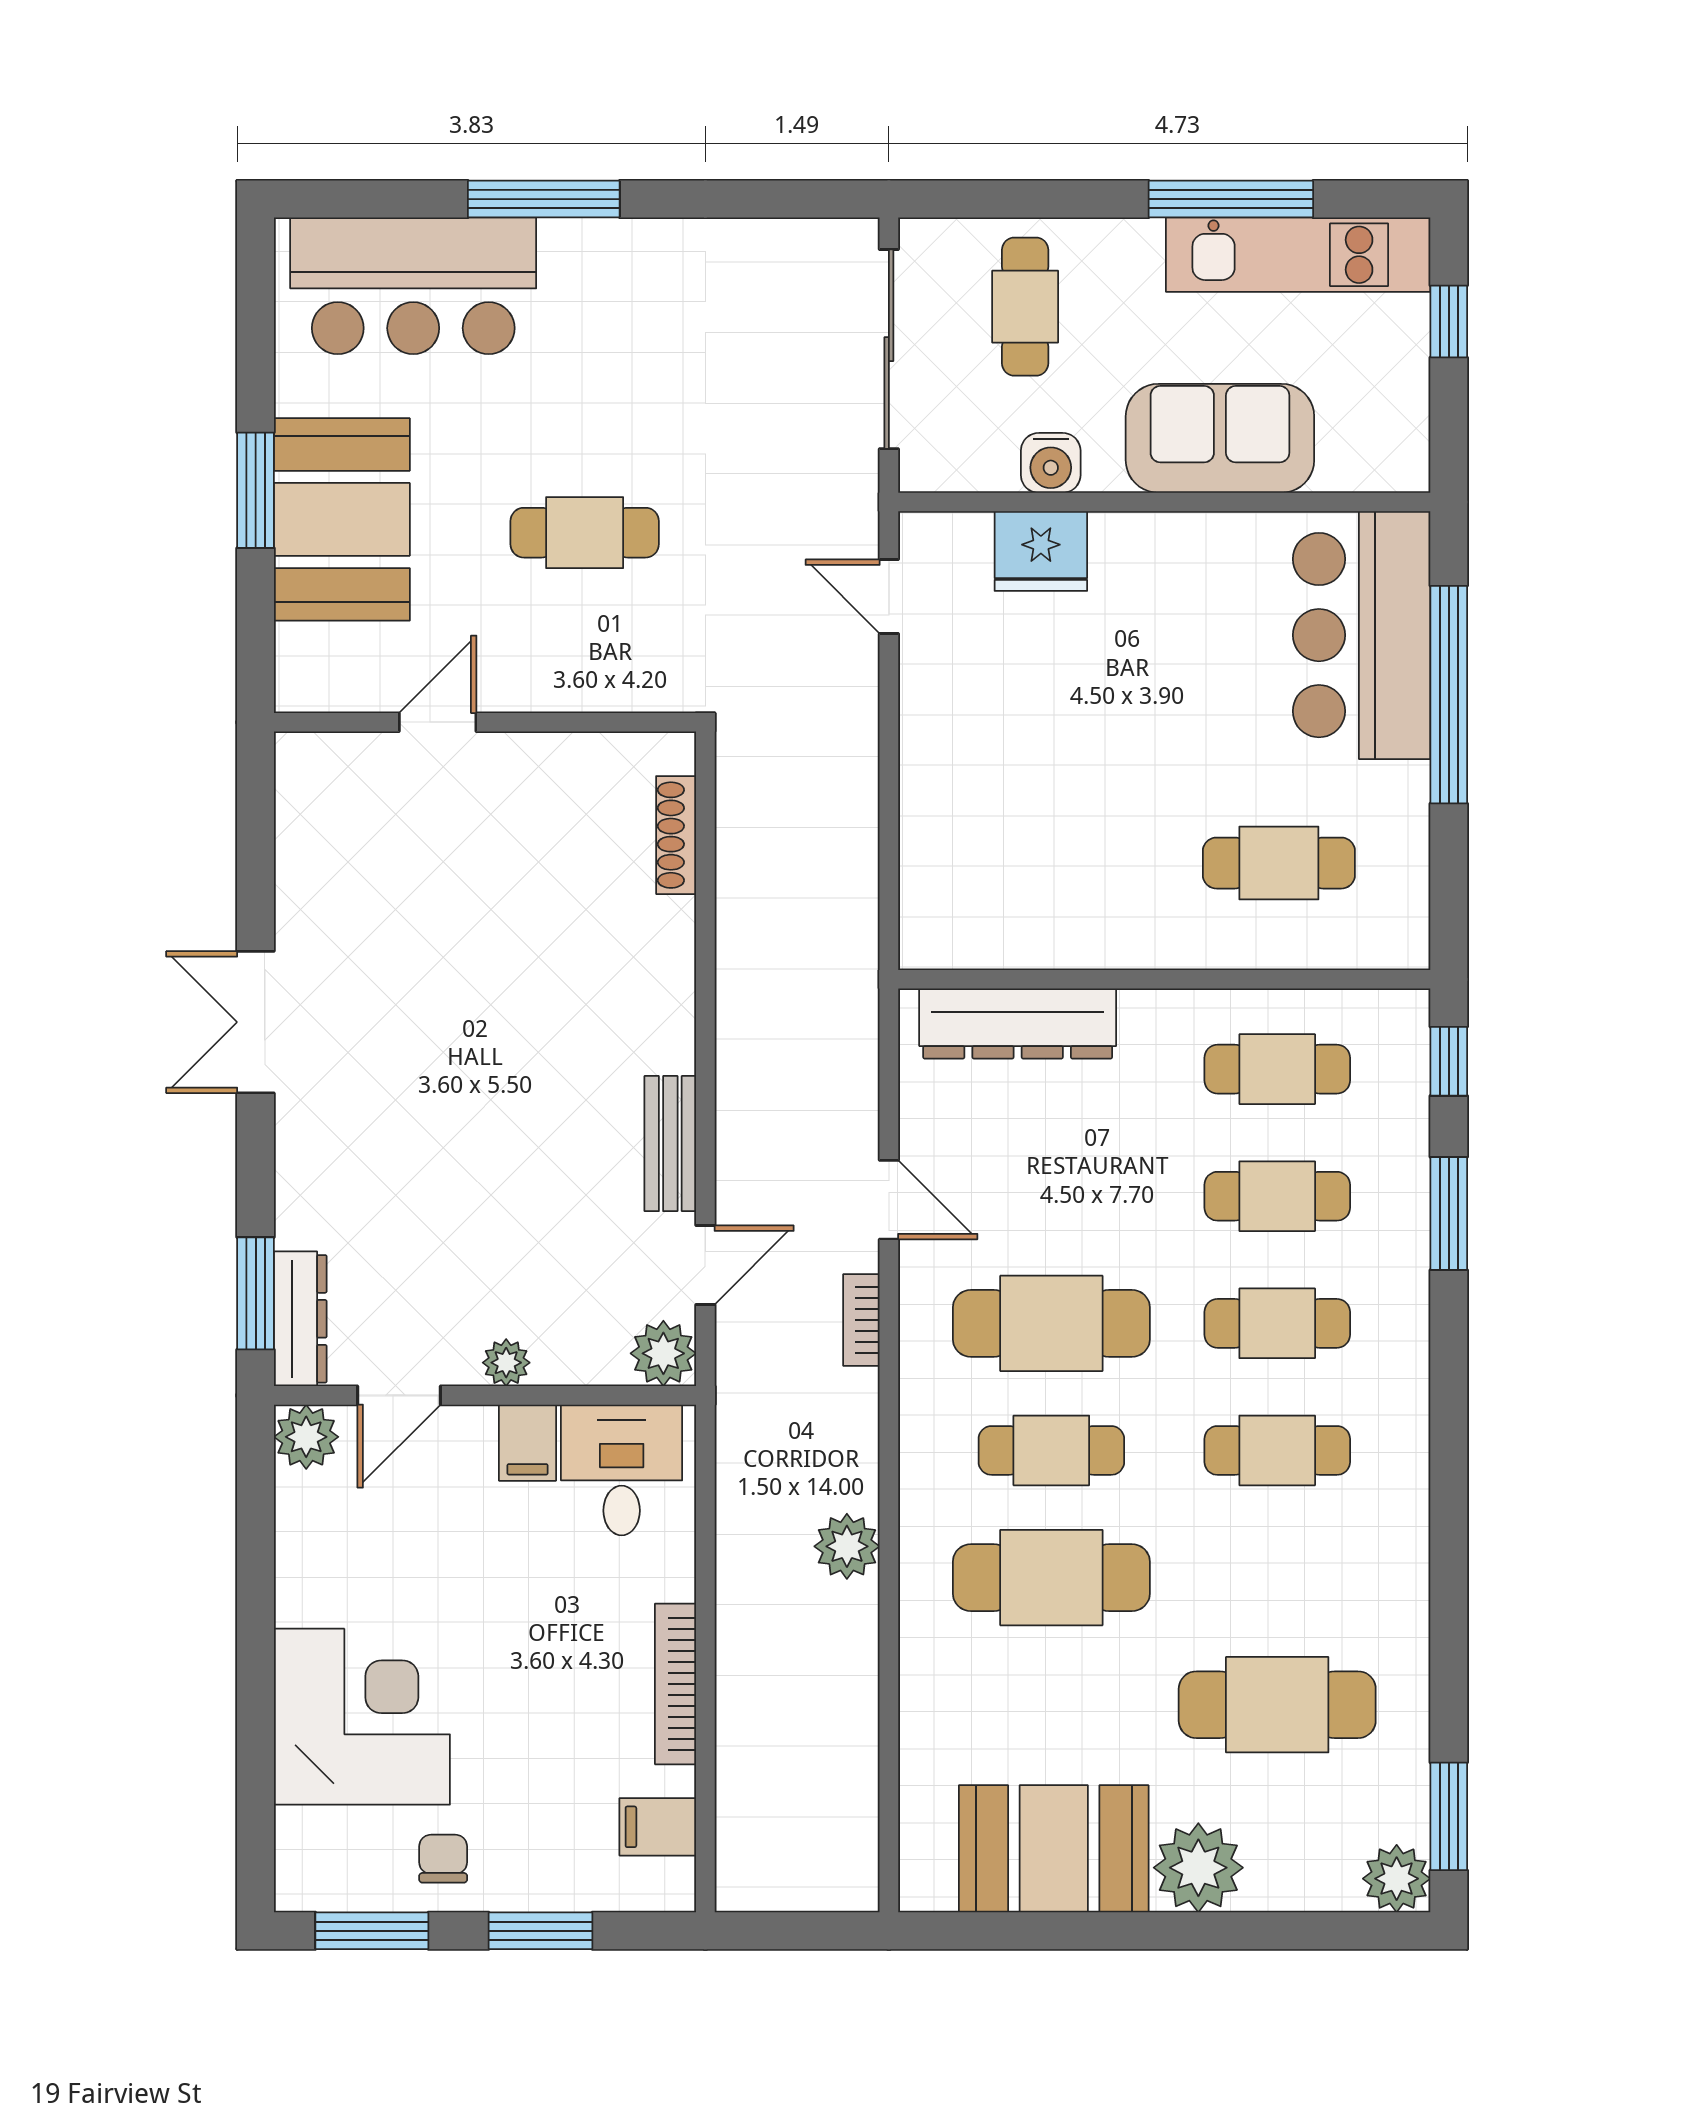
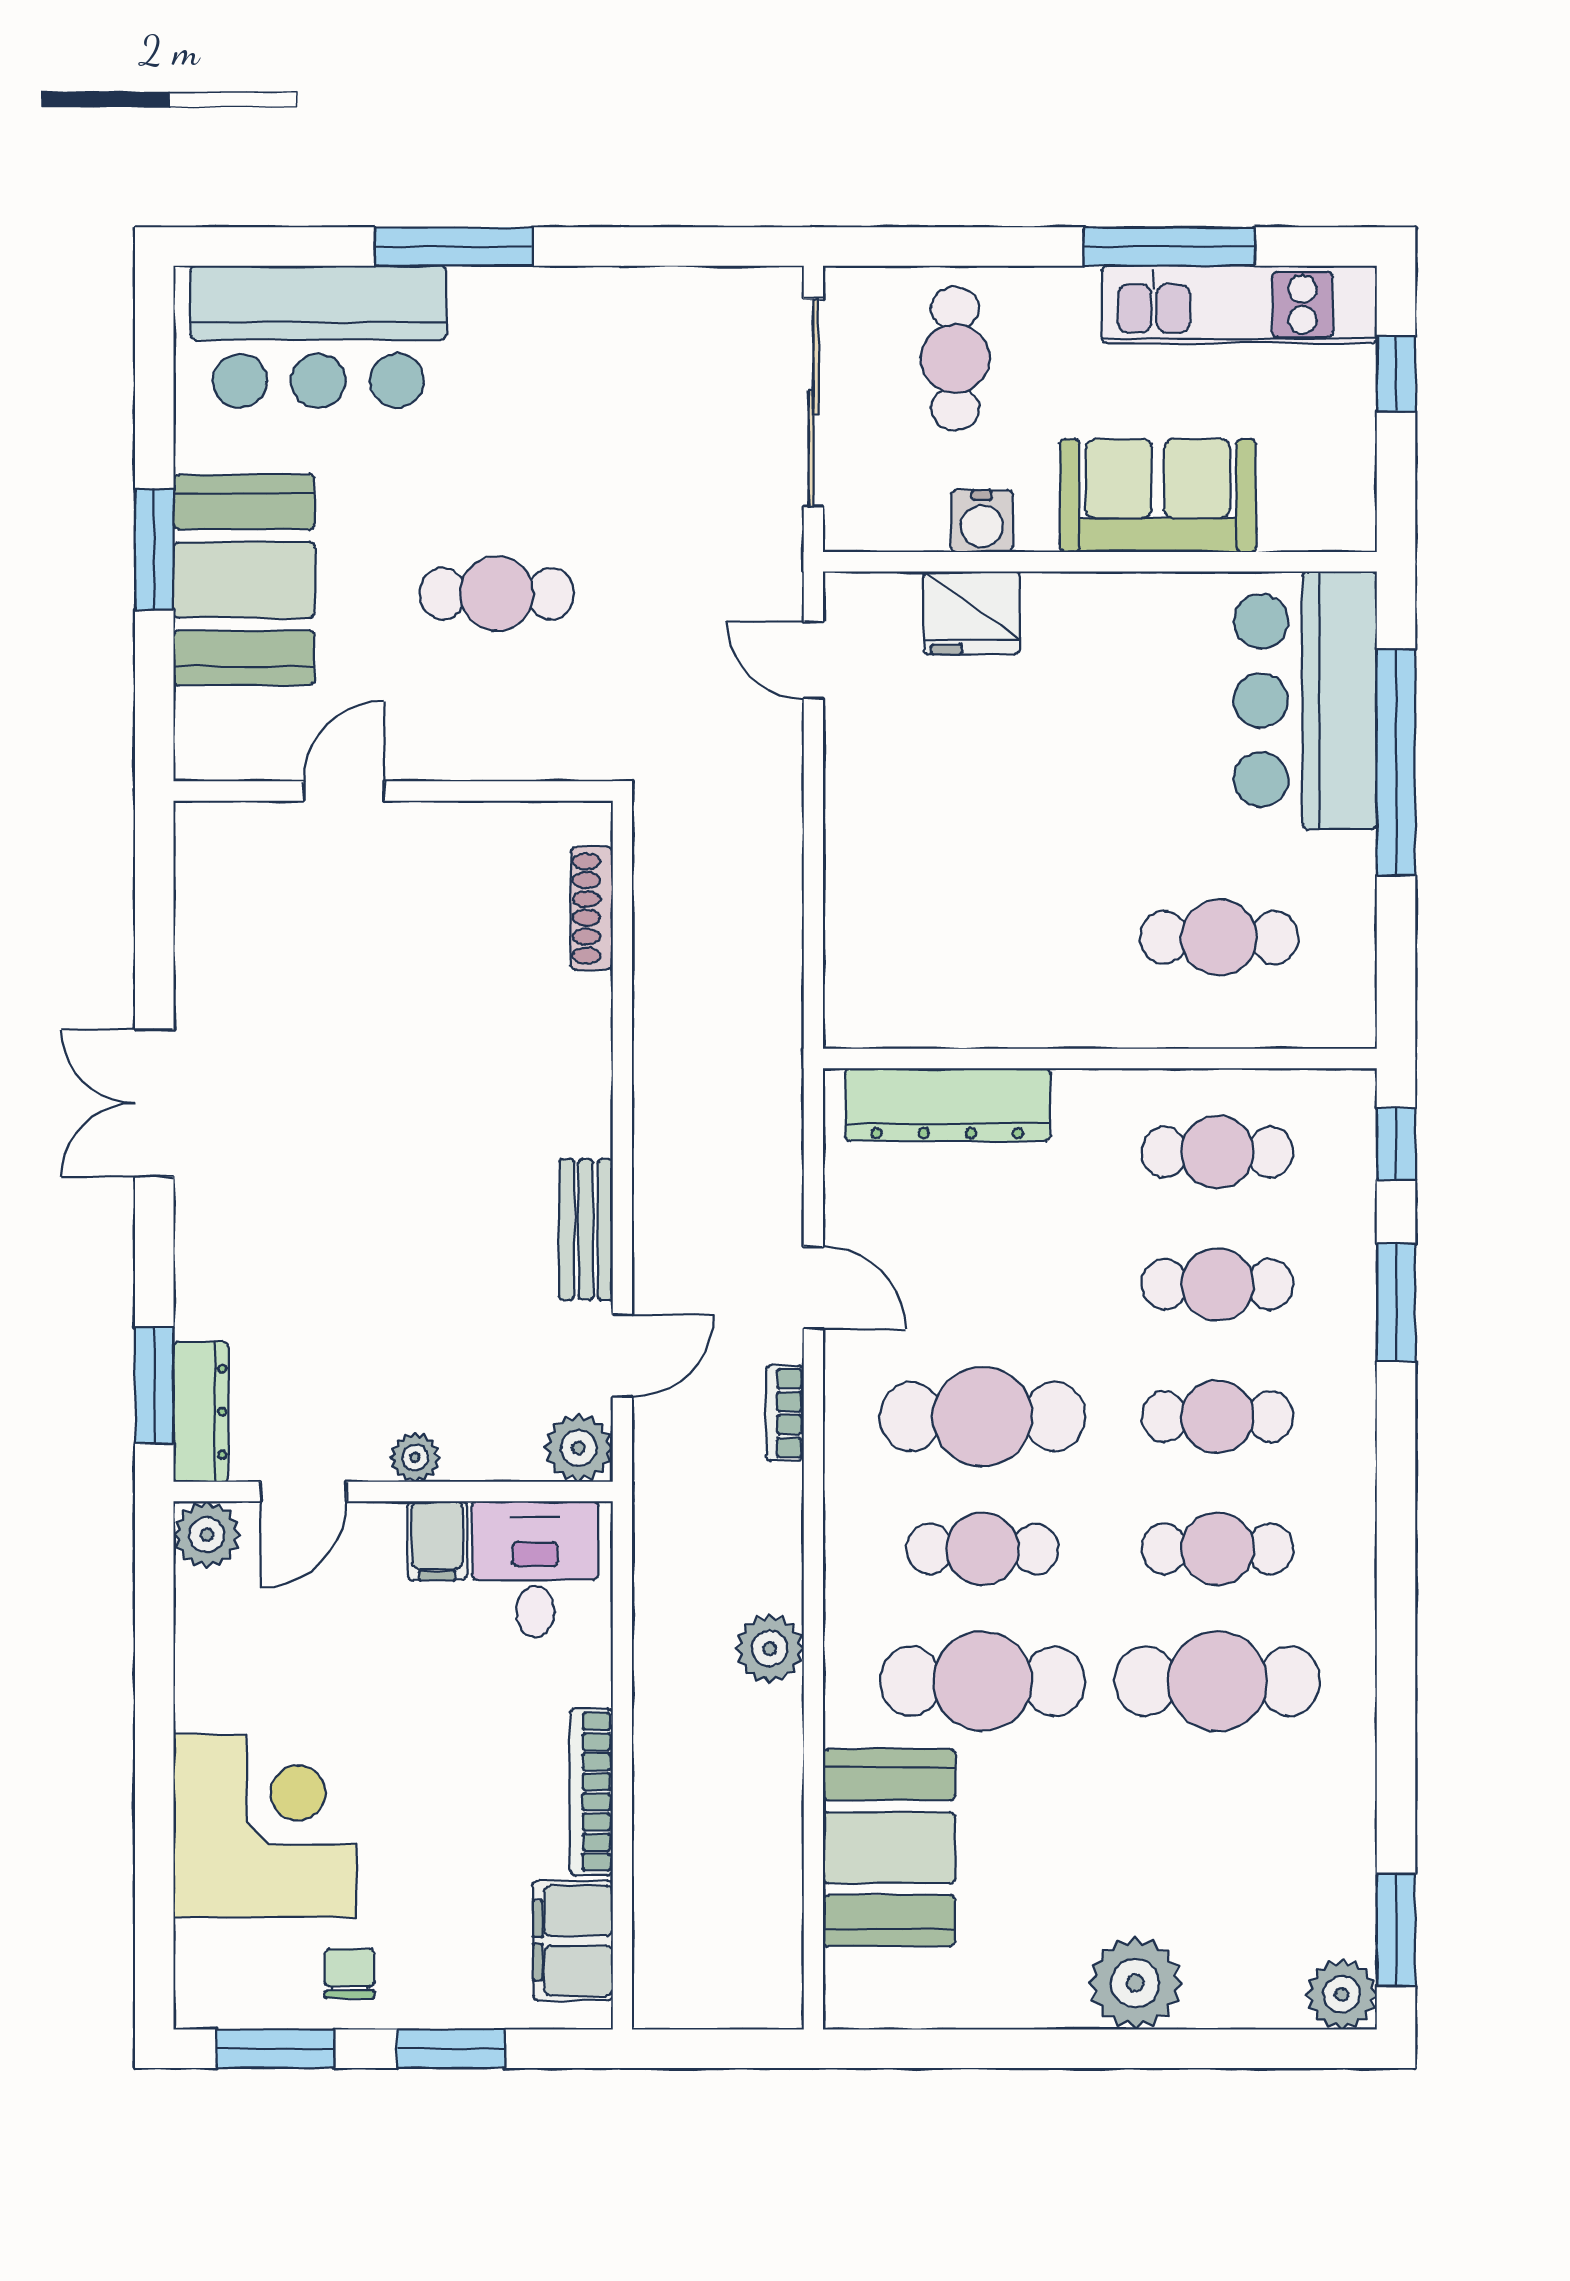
cafe table: (1277, 1705) -> (1217, 1681), moved
filing cabinet: (658, 1827) -> (573, 1940), width x2.00
booth: (1054, 1849) -> (889, 1848), moved, turned 90

